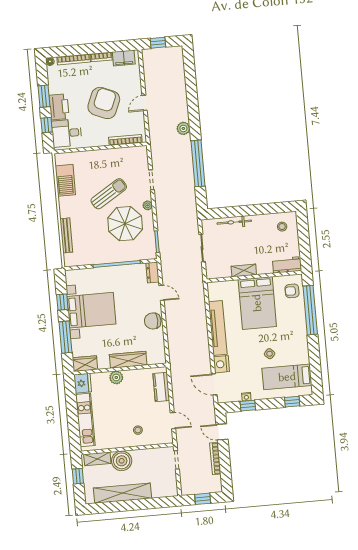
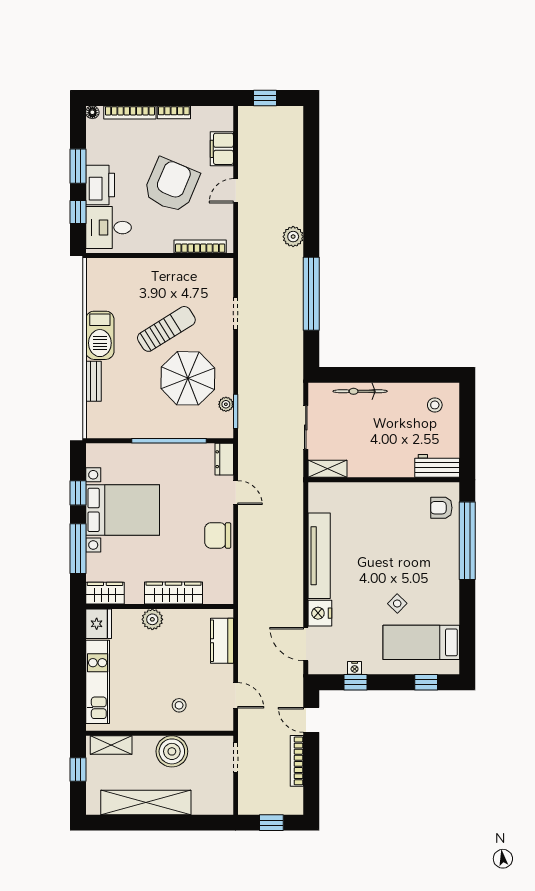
filing cabinet: (124, 58) -> (222, 149), moved, turned 90
barbecue: (65, 180) -> (100, 335), moved
plant: (148, 205) -> (226, 404), moved
bench: (66, 235) -> (94, 381), width x0.73
shelving: (244, 270) -> (327, 469), moved
bed: (257, 303) -> (385, 522), removed
boiler: (122, 461) -> (172, 751), moved

